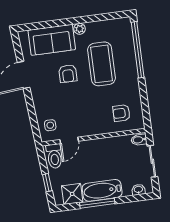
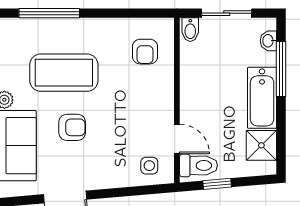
window: (138, 50) -> (49, 13), width x0.68
window: (47, 183) -> (217, 184), moved
window: (97, 203) -> (281, 69), moved

